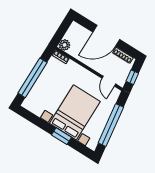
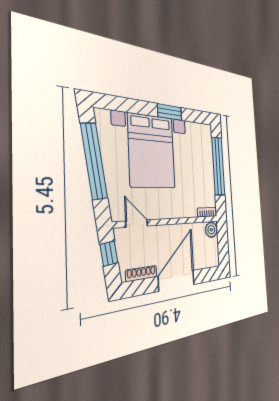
window: (61, 136) -> (170, 112), moved

